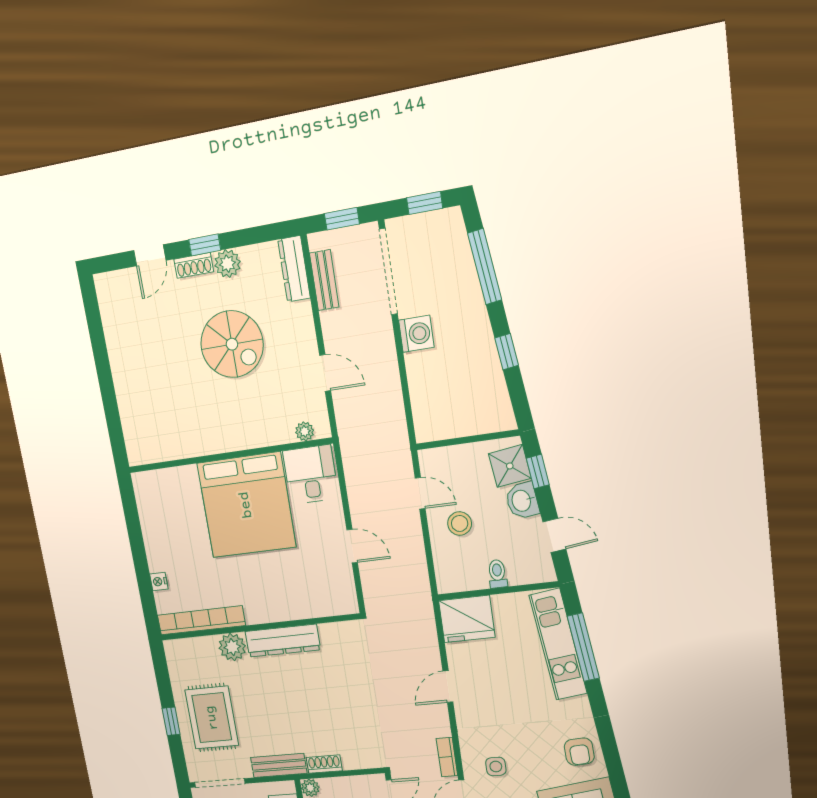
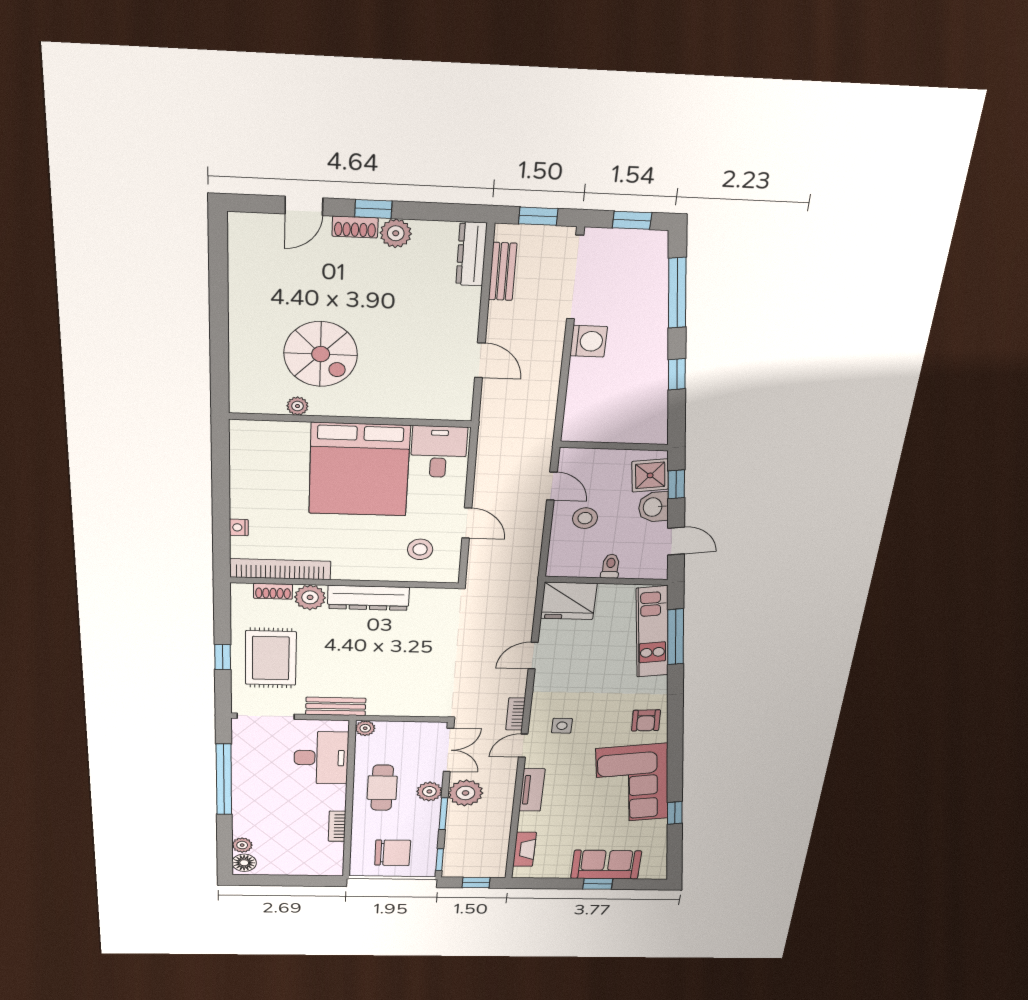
spiral stairs: (232, 344) -> (321, 354), moved
plant: (305, 431) -> (297, 406), moved
stool: (317, 581) -> (420, 549), added
shoe rack: (324, 764) -> (273, 591), moved, turned 180

